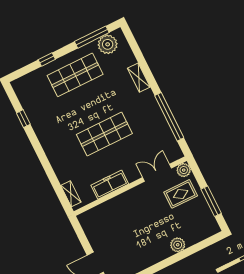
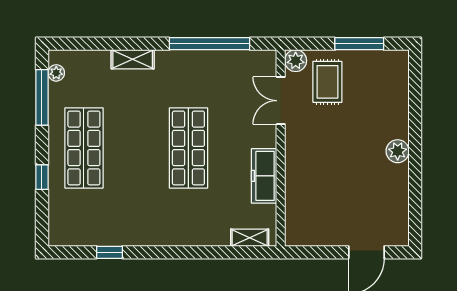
plant: (108, 44) -> (56, 73), width x0.53, depth x0.53
plant: (178, 245) -> (398, 151), moved

